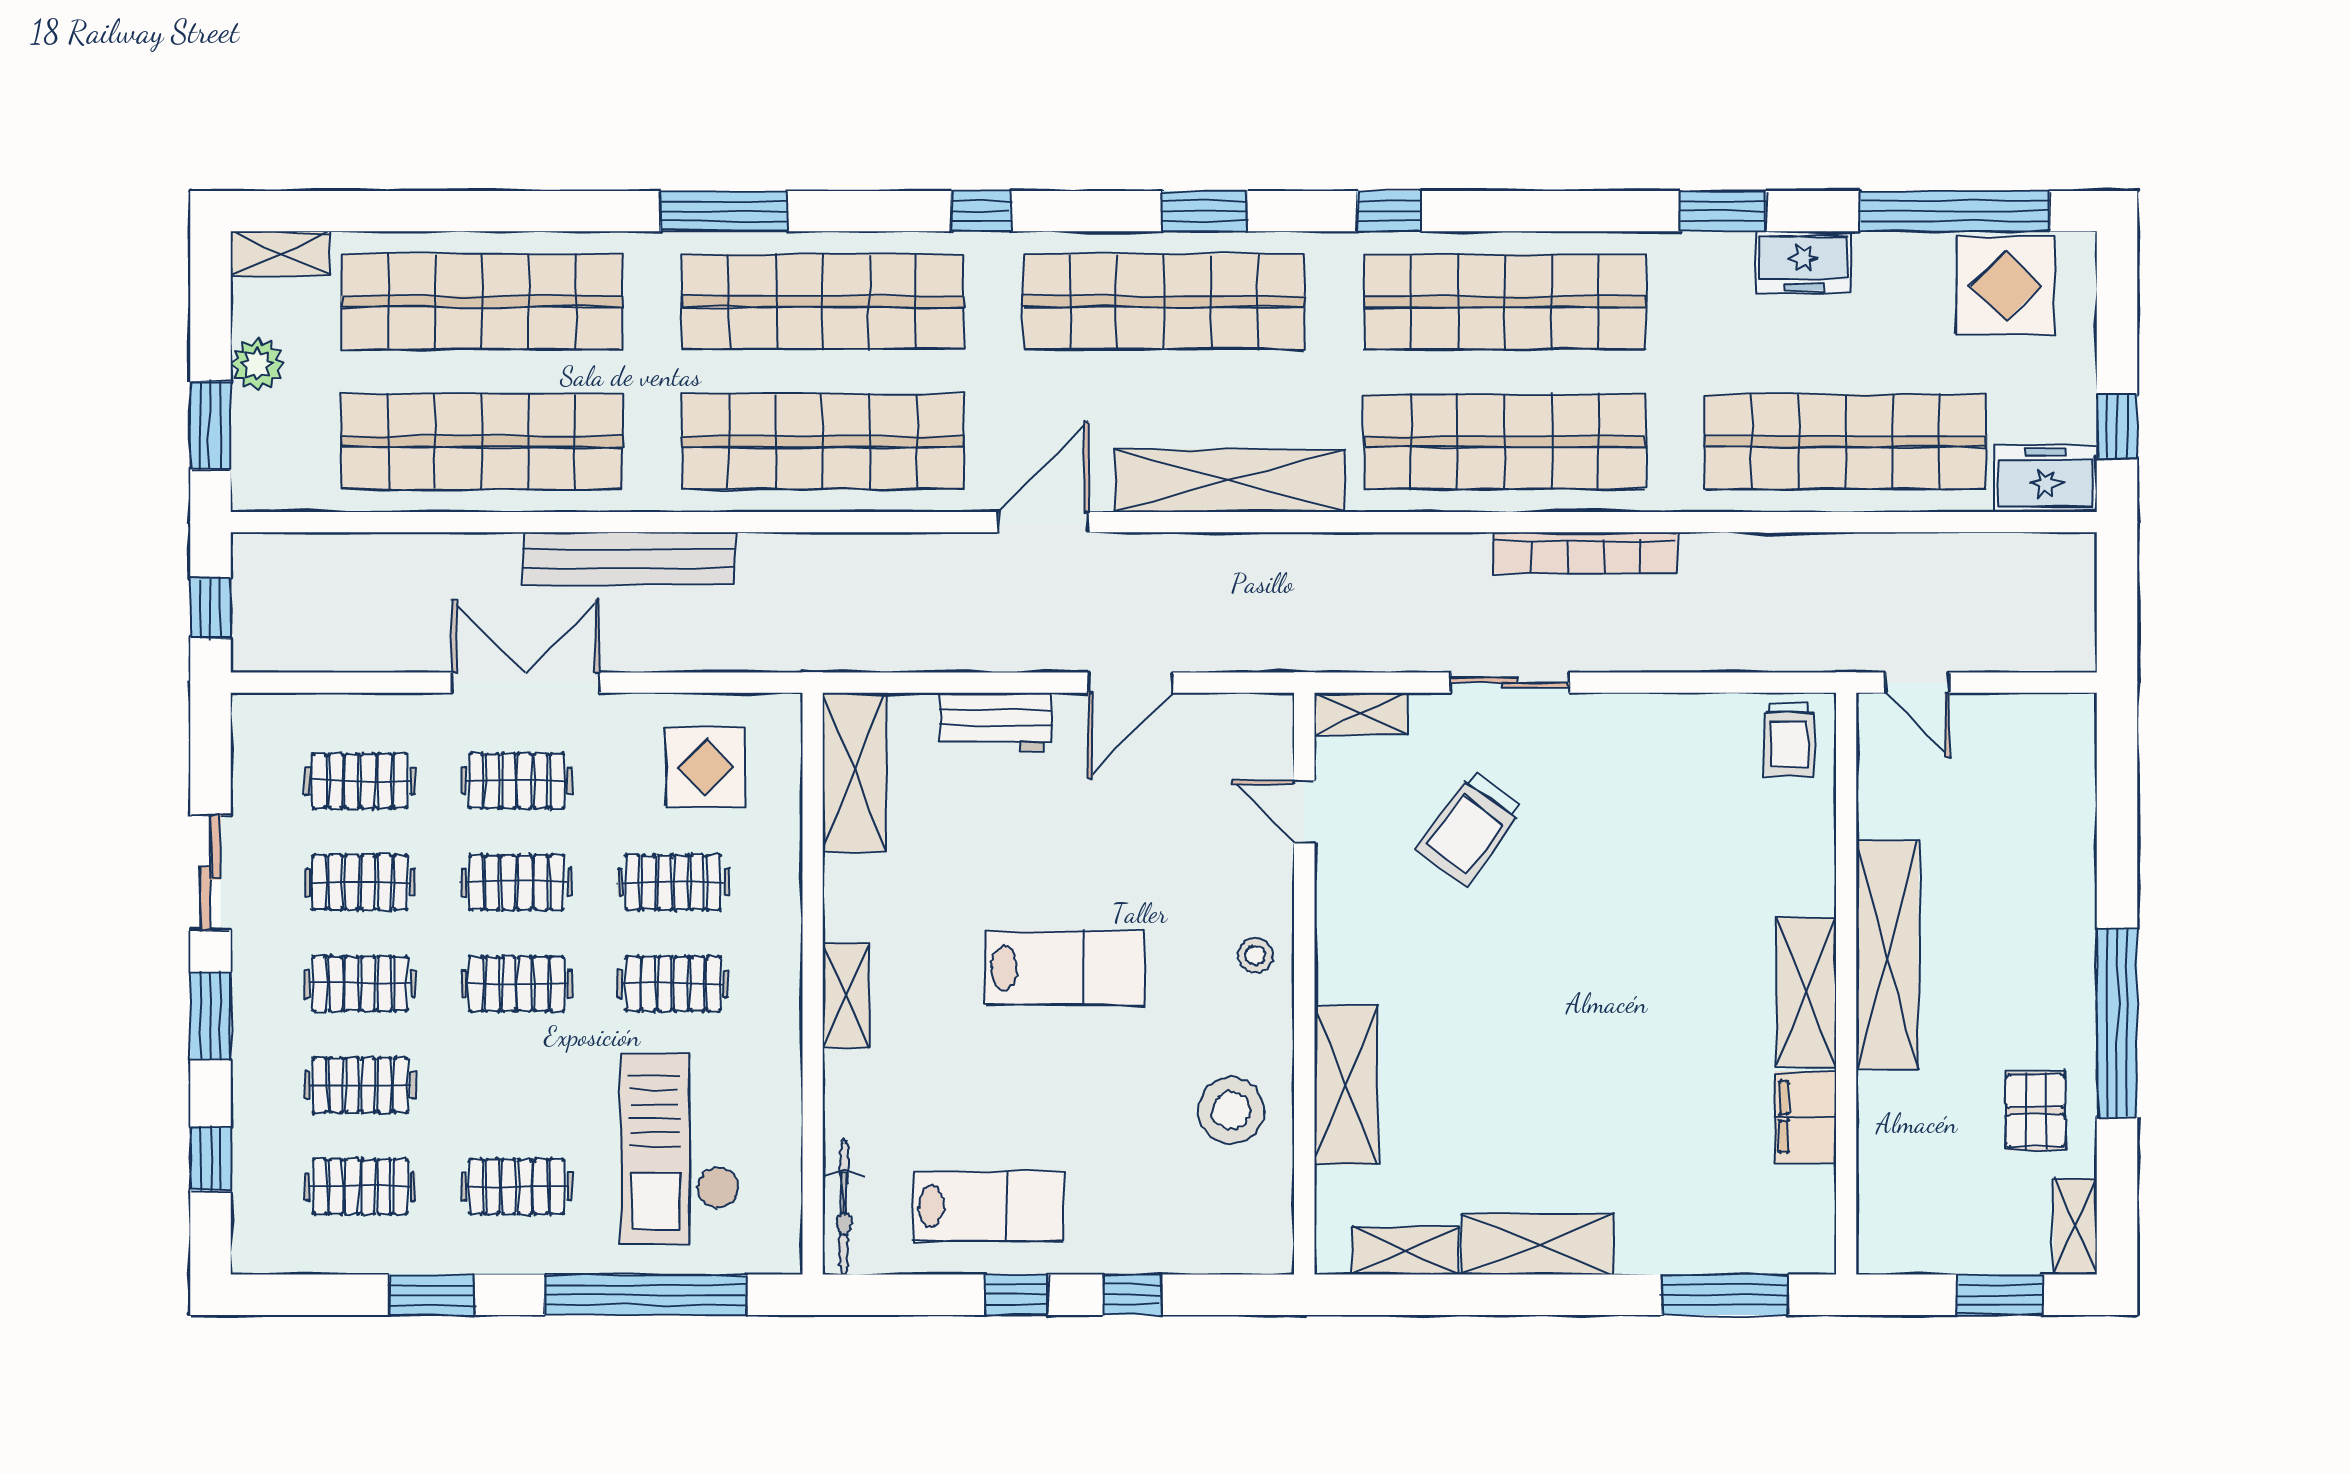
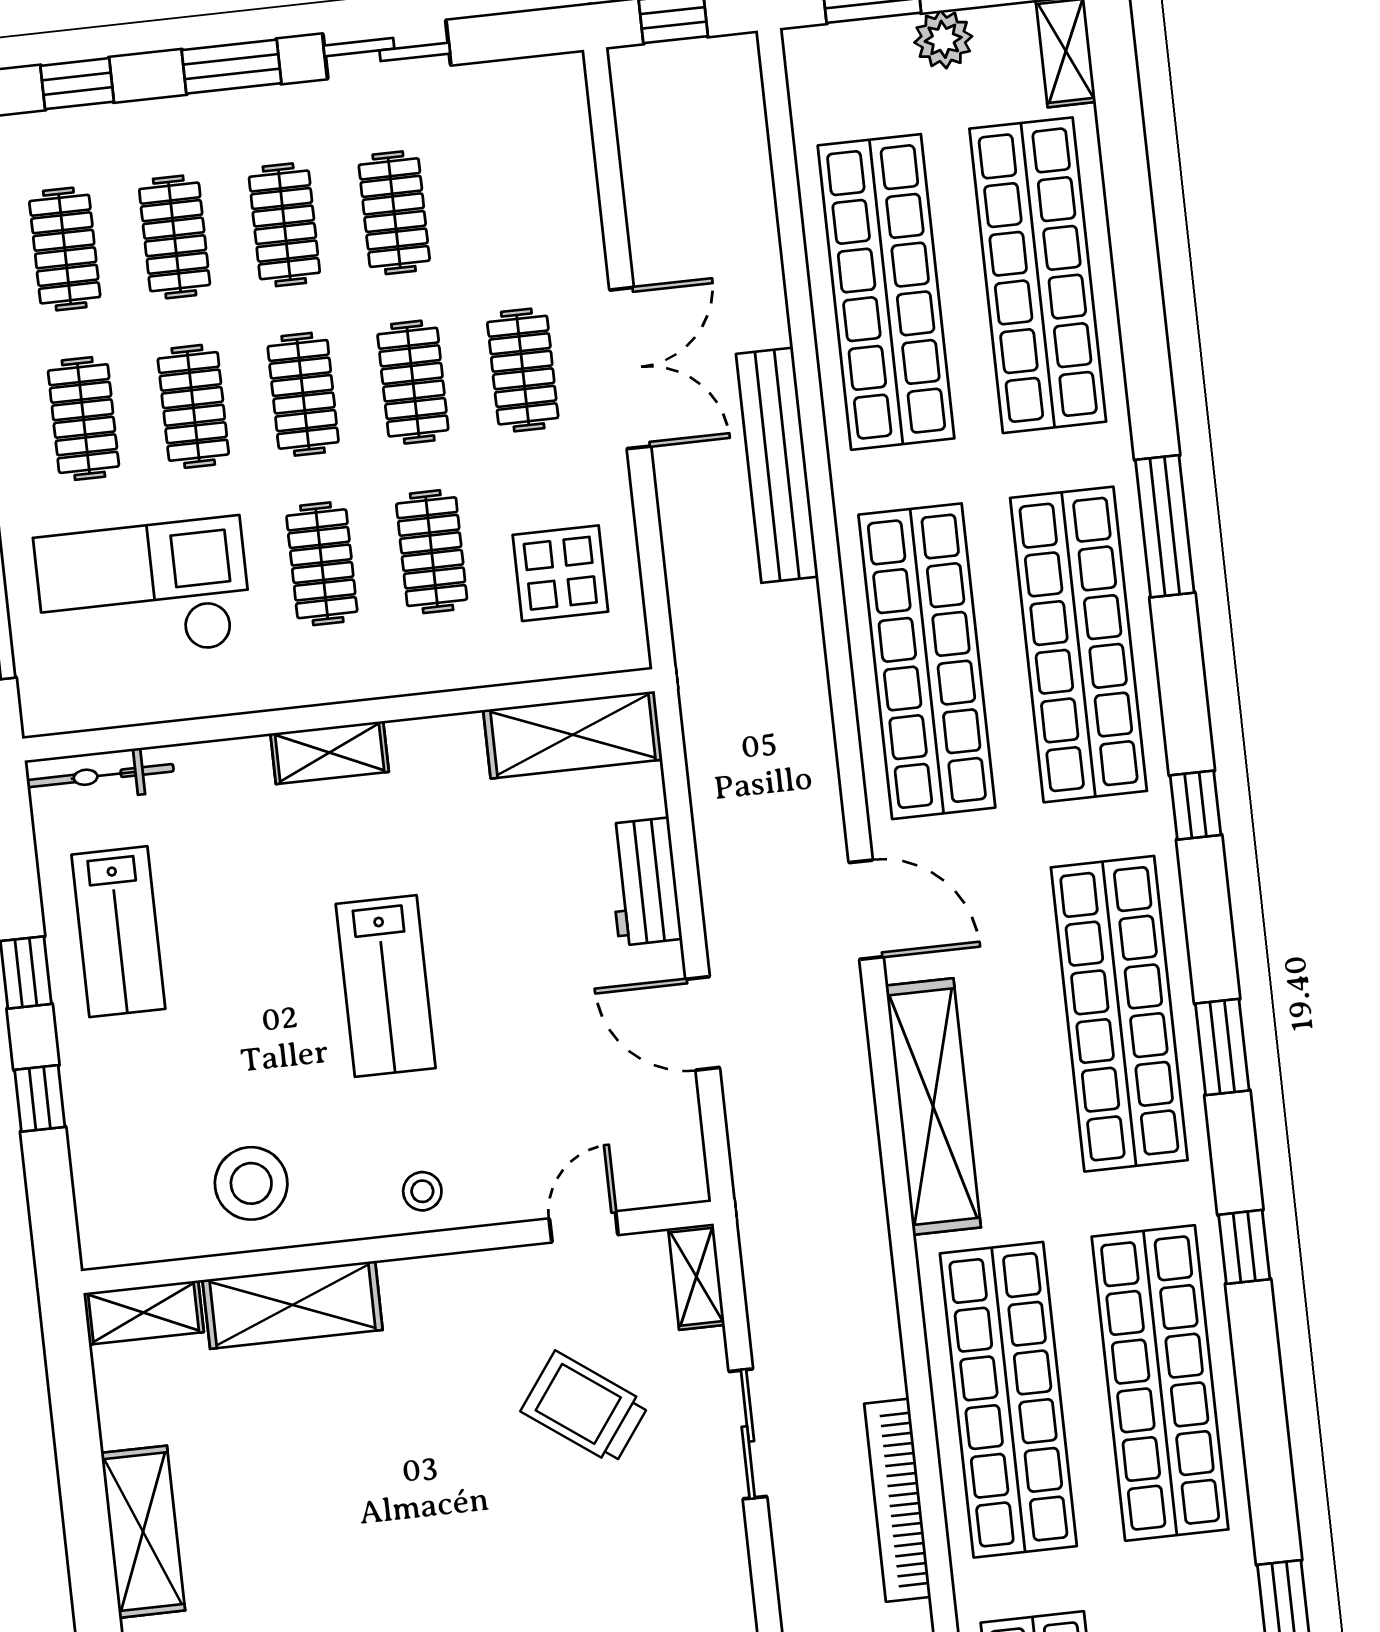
clothes rail: (360, 781) -> (193, 406), moved
shelving: (1405, 1251) -> (144, 1313), moved, turned 90

